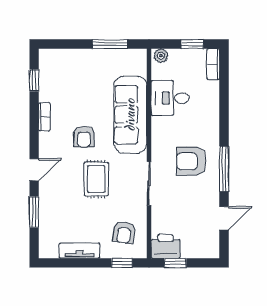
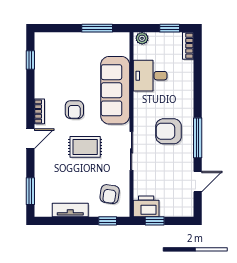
bookcase: (44, 117) -> (39, 111), moved
rug: (96, 179) -> (85, 147), turned 90
window: (34, 212) -> (30, 191), moved

